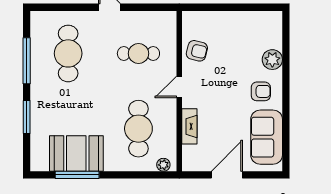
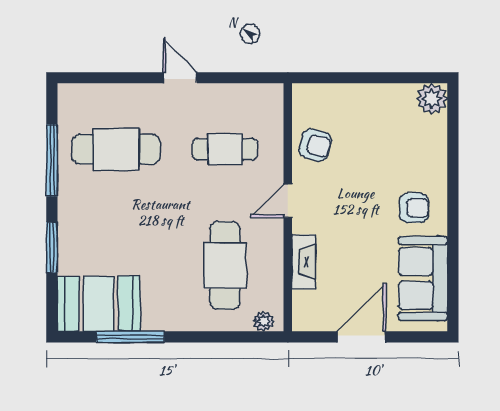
cafe table: (68, 53) -> (116, 149), turned 90
plant: (272, 60) -> (432, 99), moved
booth: (76, 153) -> (99, 304), moved

